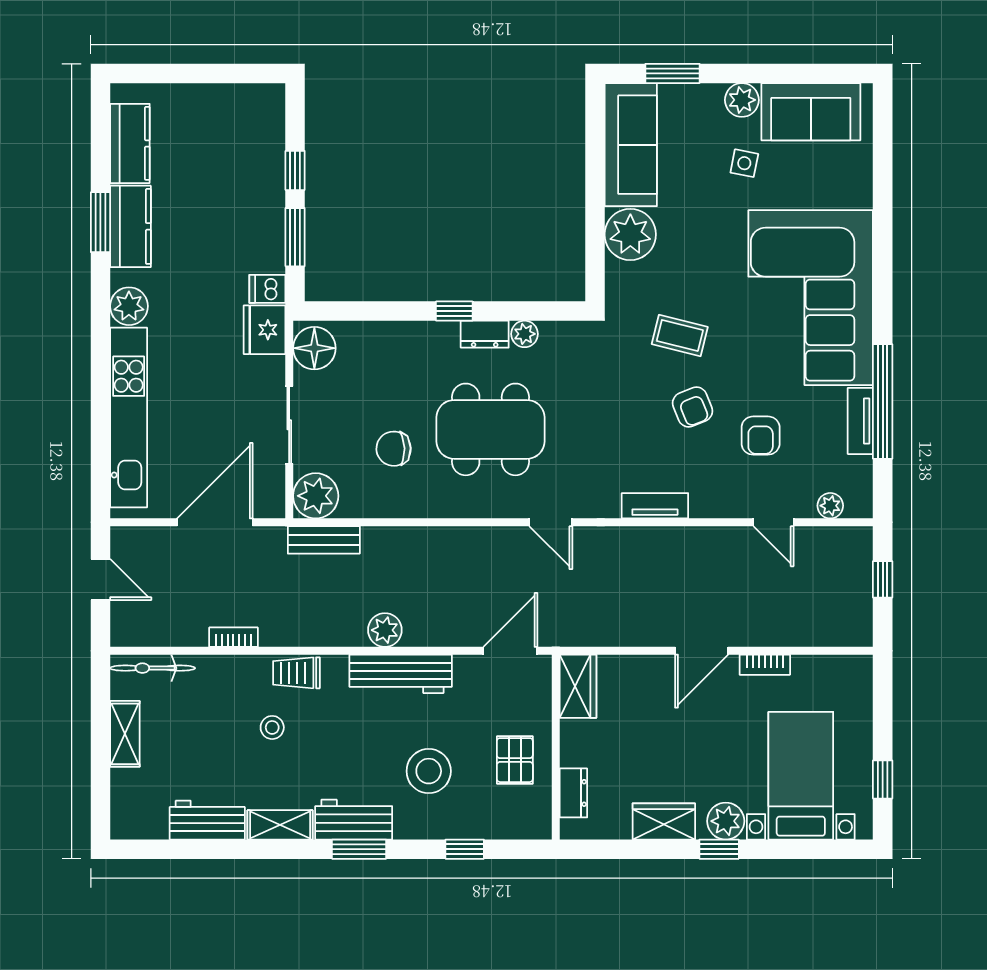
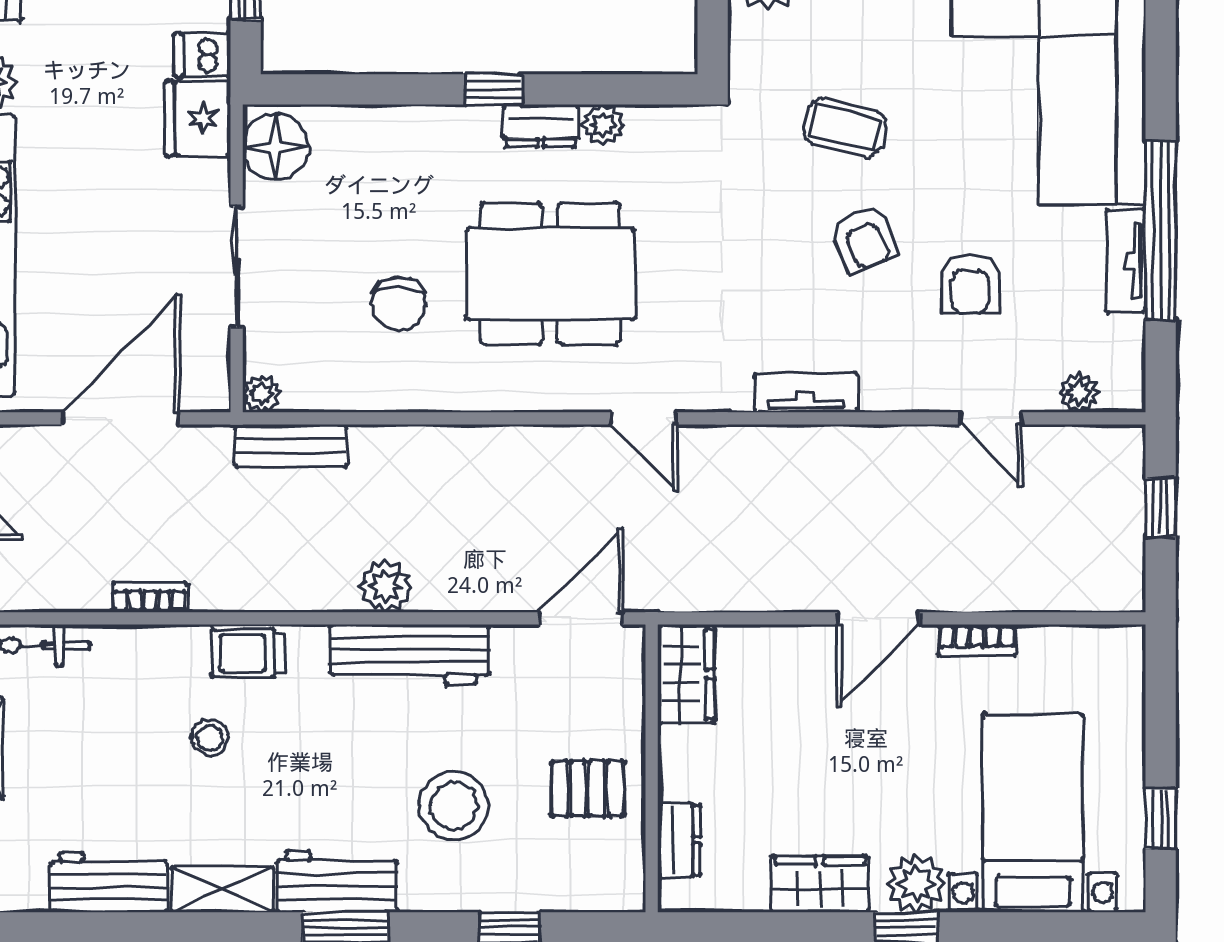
chair: (394, 449) -> (399, 304), turned -88
plant: (316, 496) -> (261, 394), width x0.53, depth x0.53
pallet: (515, 760) -> (588, 789), turned 90

